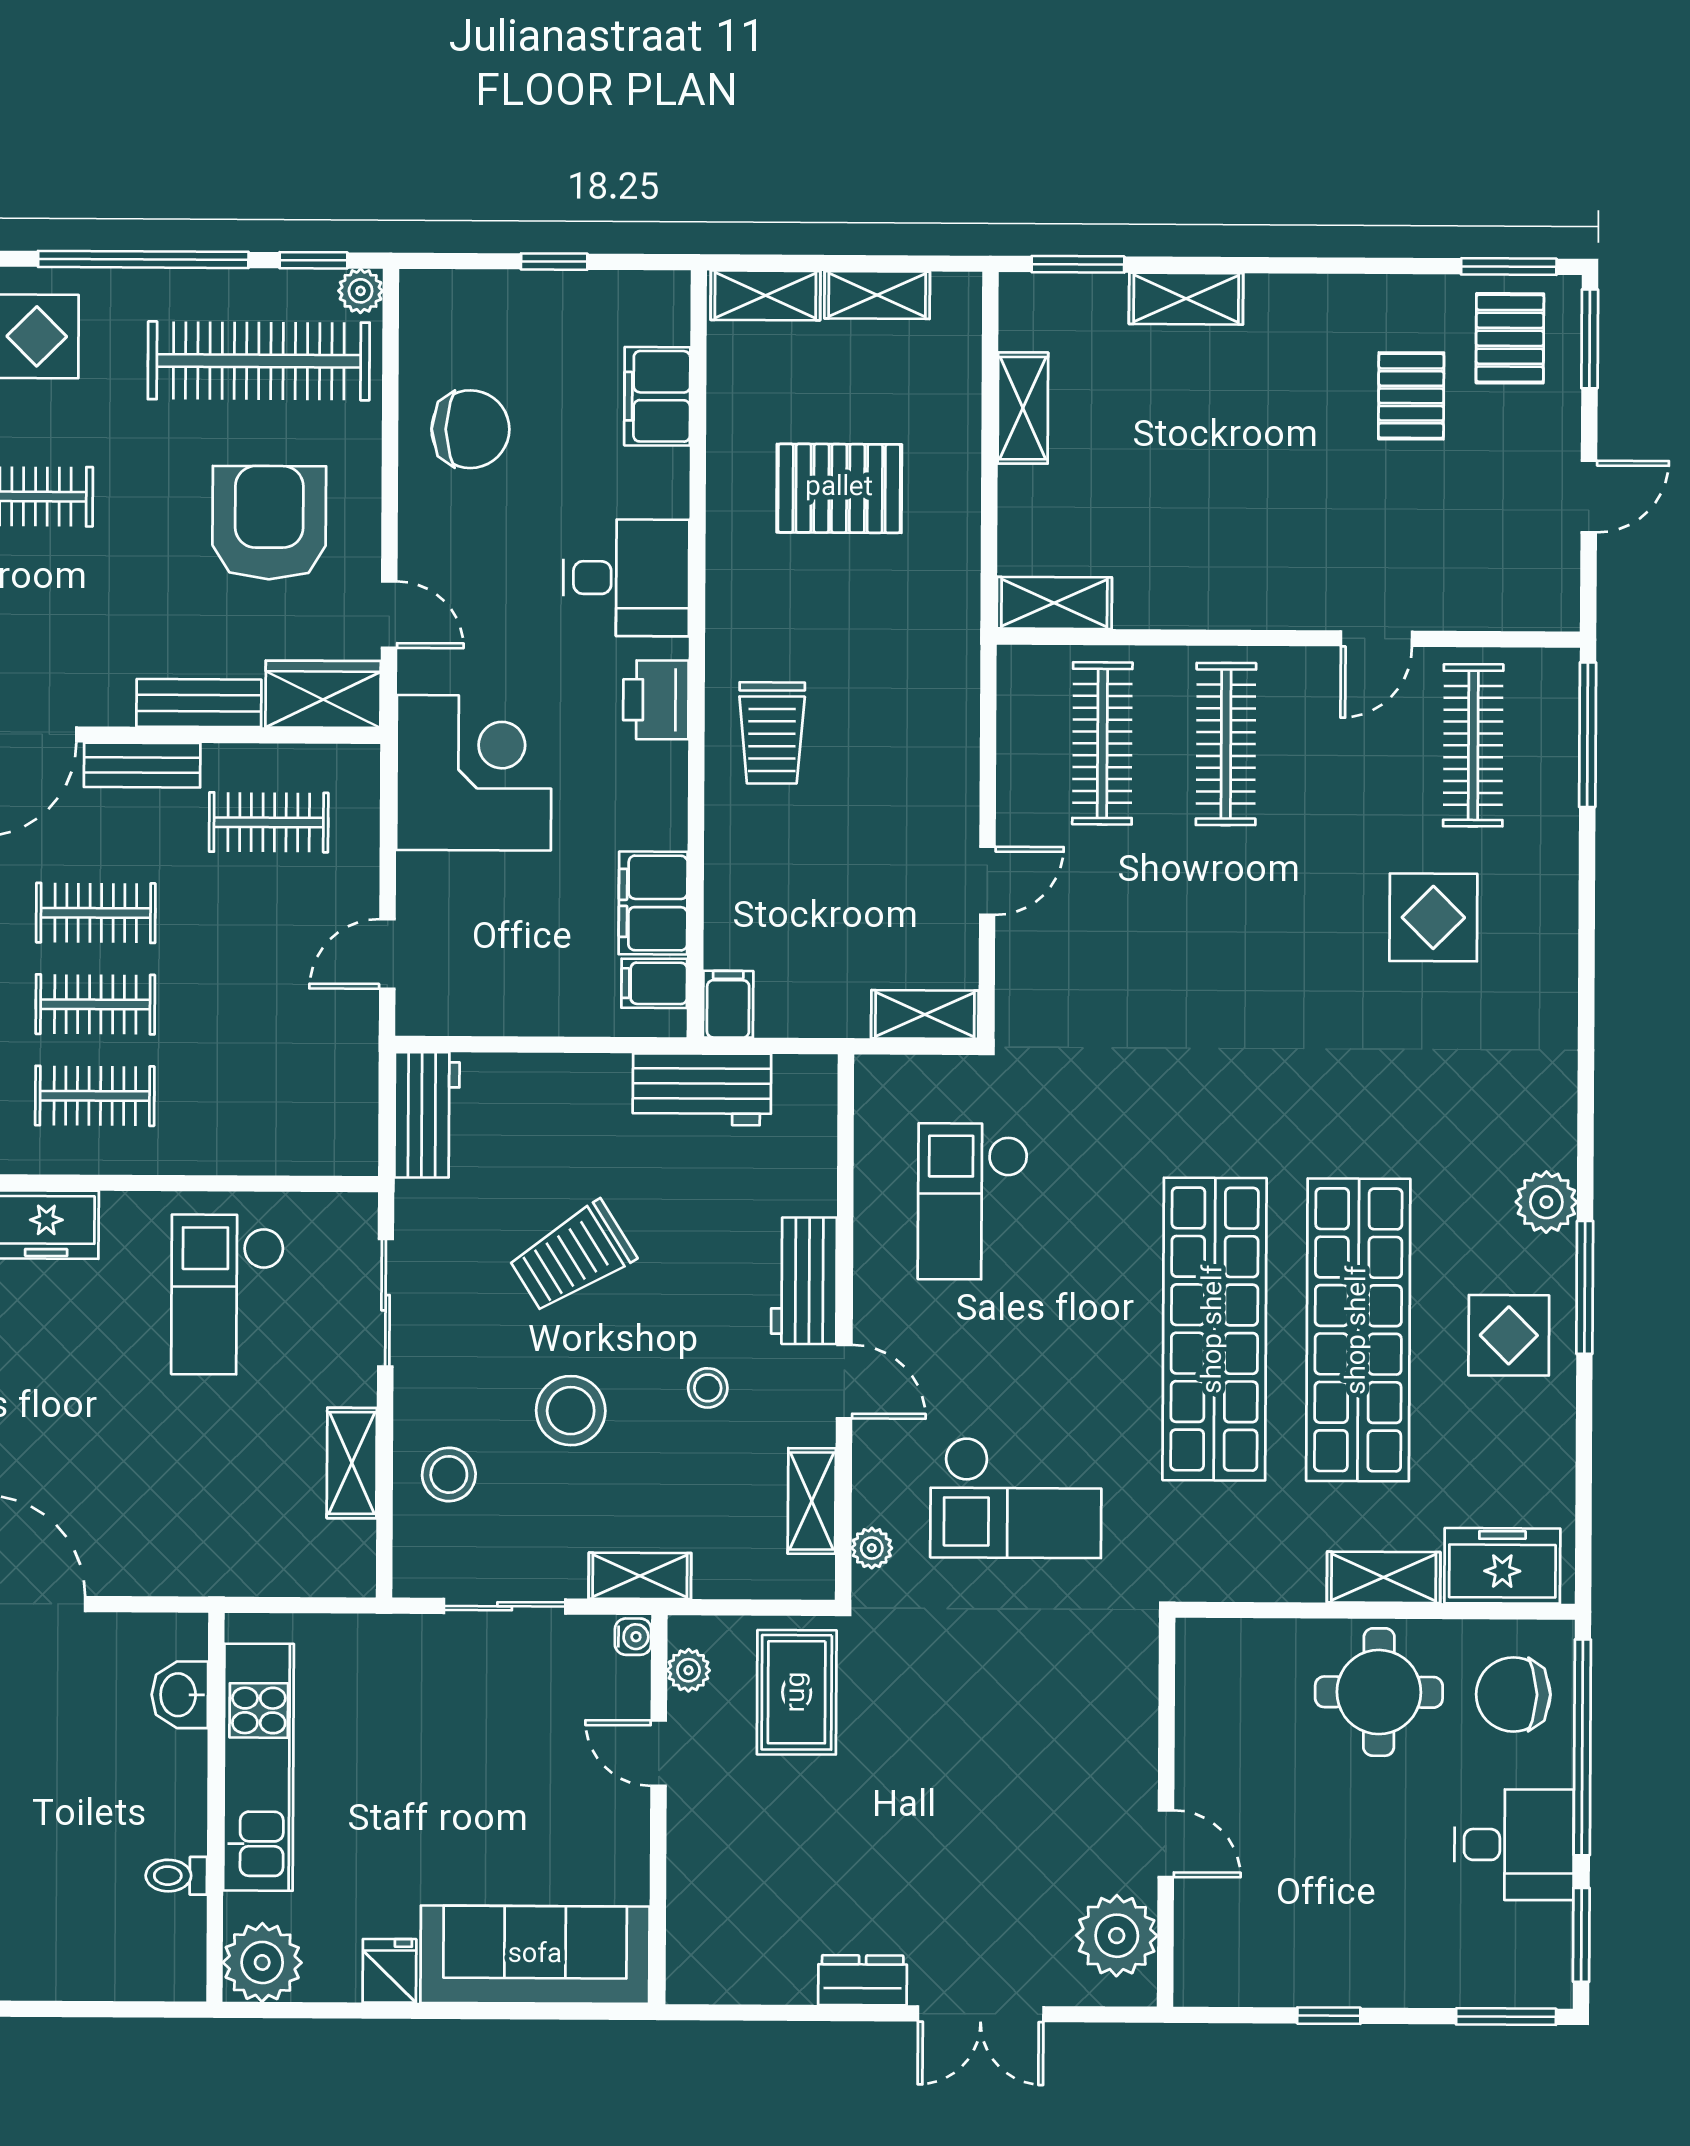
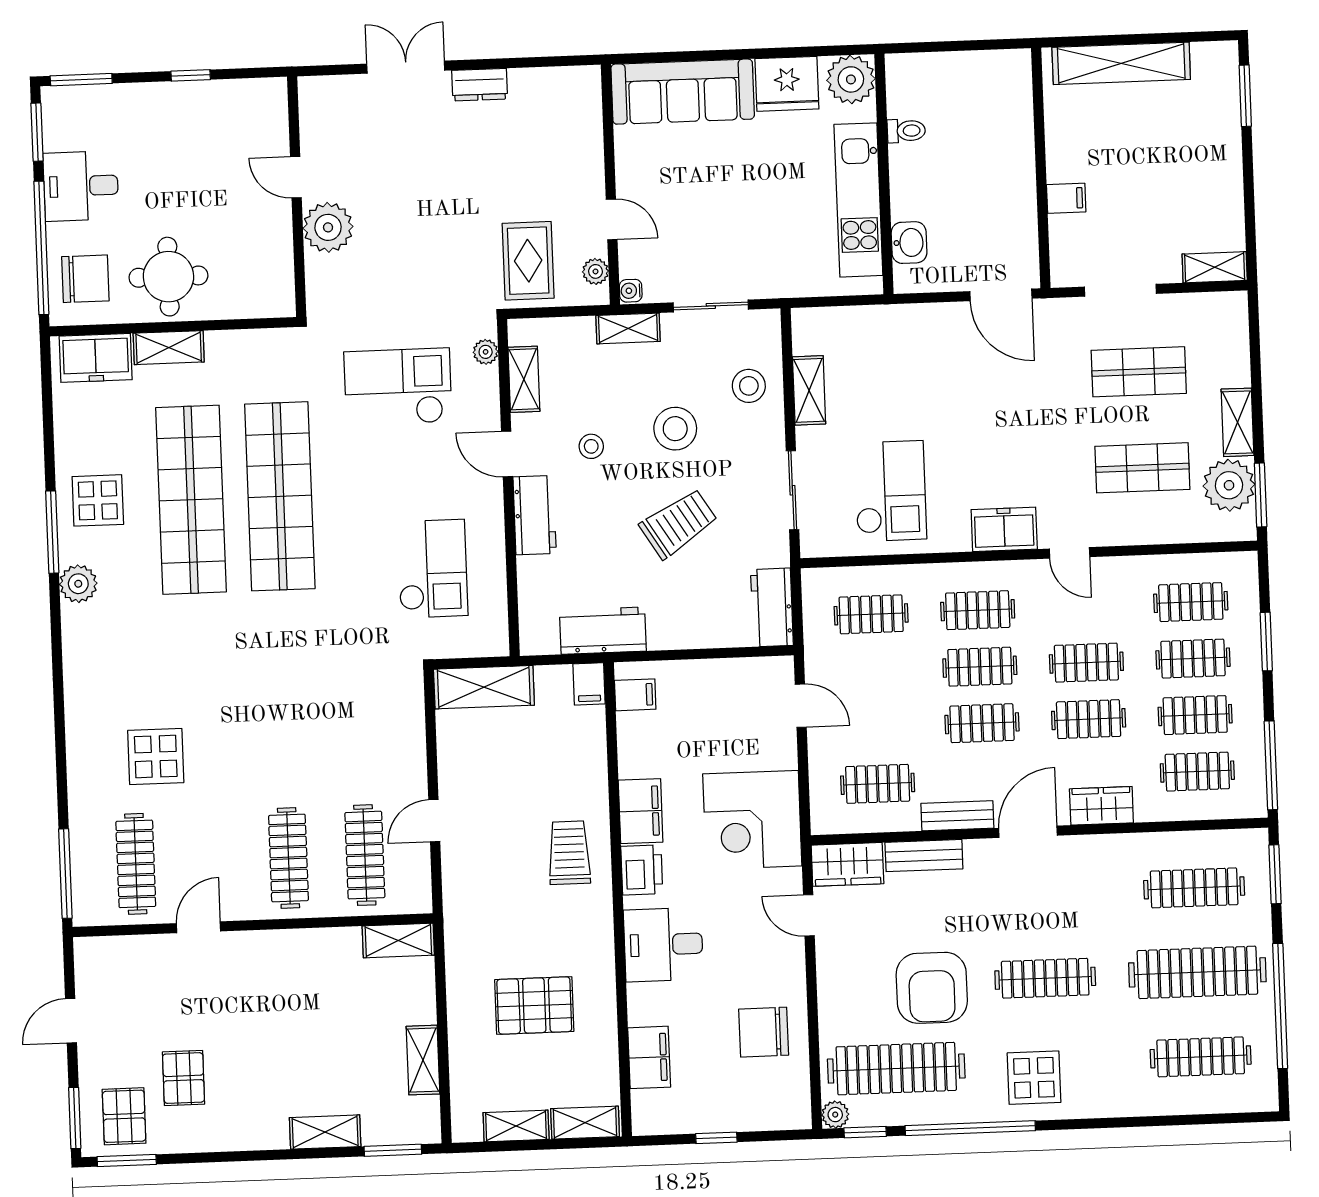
armchair: (269, 523) -> (932, 988), moved
door: (987, 881) -> (434, 821), moved
filing cabinet: (653, 903) -> (641, 811), moved
door: (387, 954) -> (801, 706), hinge flipped
shelving: (925, 1014) -> (484, 687), width x1.50, depth x1.33
clothes rail: (267, 1097) -> (871, 614), added
plant: (1117, 1936) -> (328, 227), moved
fridge: (389, 1971) -> (787, 84), width x1.88, depth x1.34

